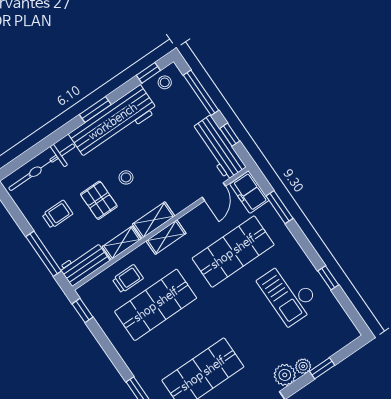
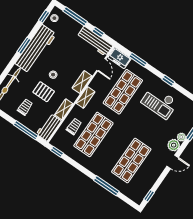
shelving: (154, 220) -> (82, 82), moved
window: (328, 278) -> (168, 81), moved

